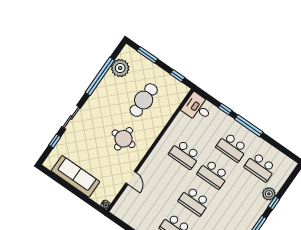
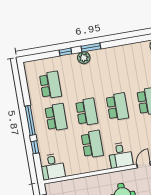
desk: (156, 167) -> (120, 155), added
plant: (269, 194) -> (84, 58), moved

